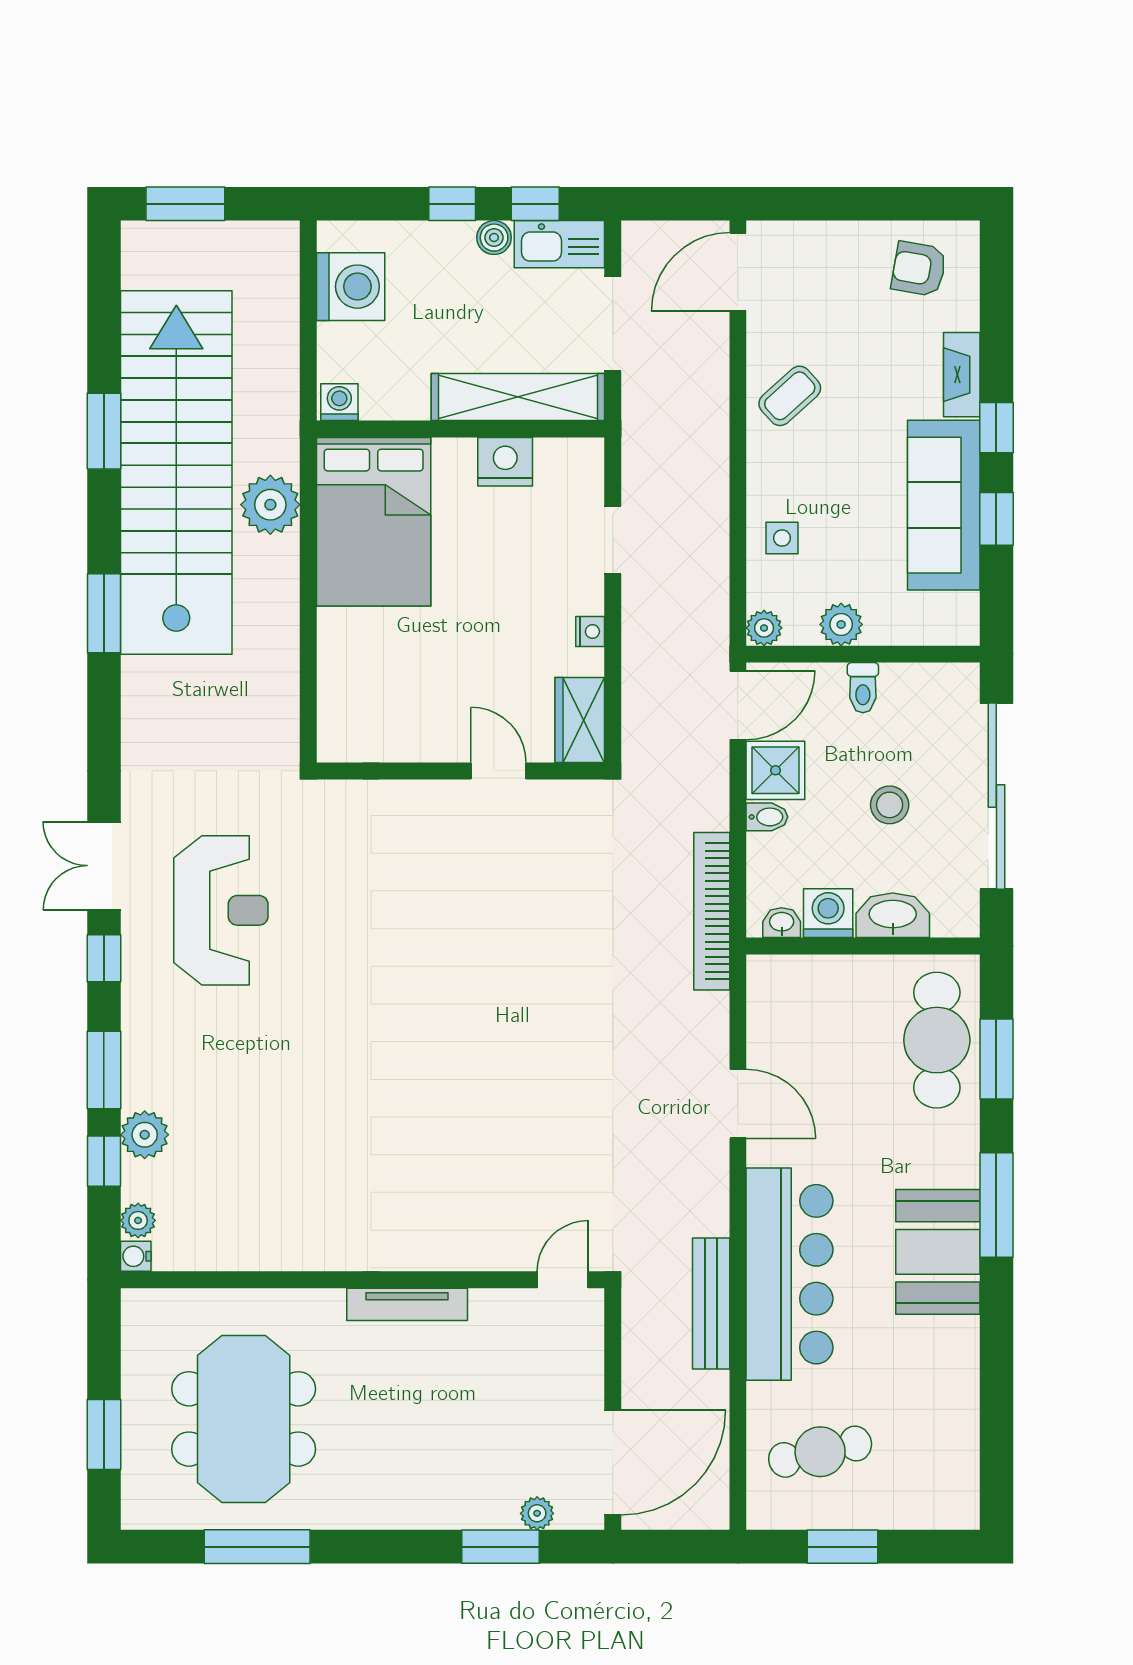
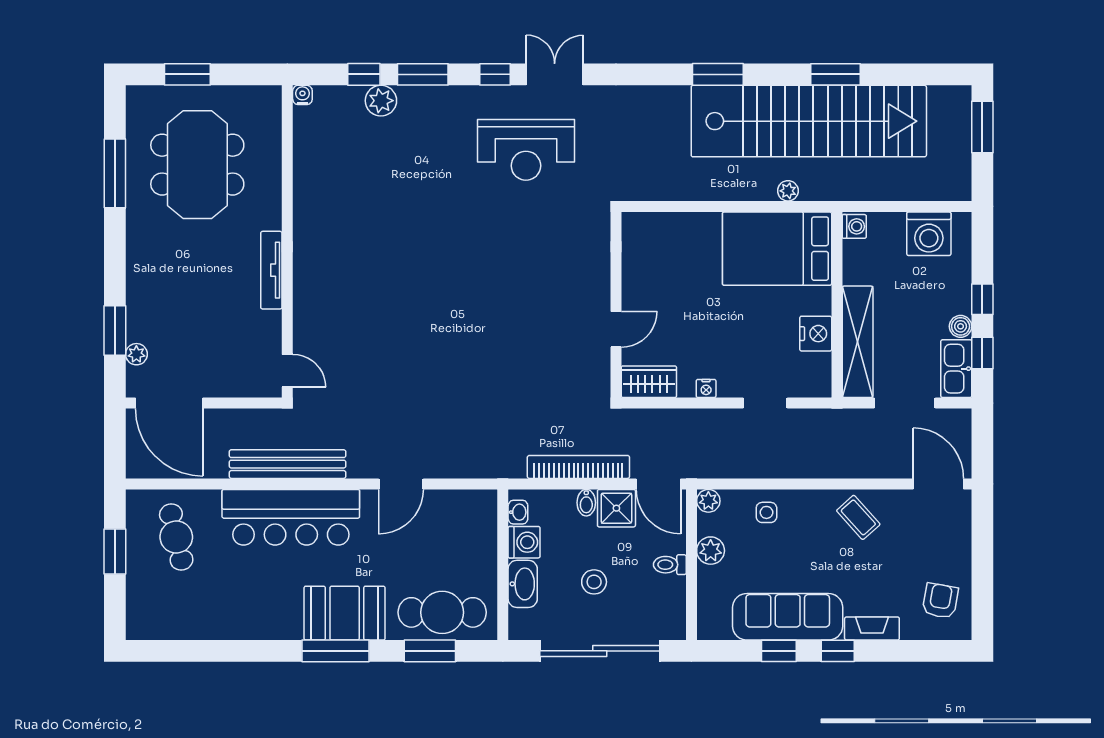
plant: (270, 505) -> (788, 191), width x0.53, depth x0.53
bookcase: (712, 911) -> (578, 467), moved
plant: (138, 1220) -> (326, 96), removed
booth: (938, 1252) -> (345, 613), moved
bench: (711, 1303) -> (288, 464), width x1.37, depth x1.21
meeting table: (244, 1419) -> (197, 165), turned 90

